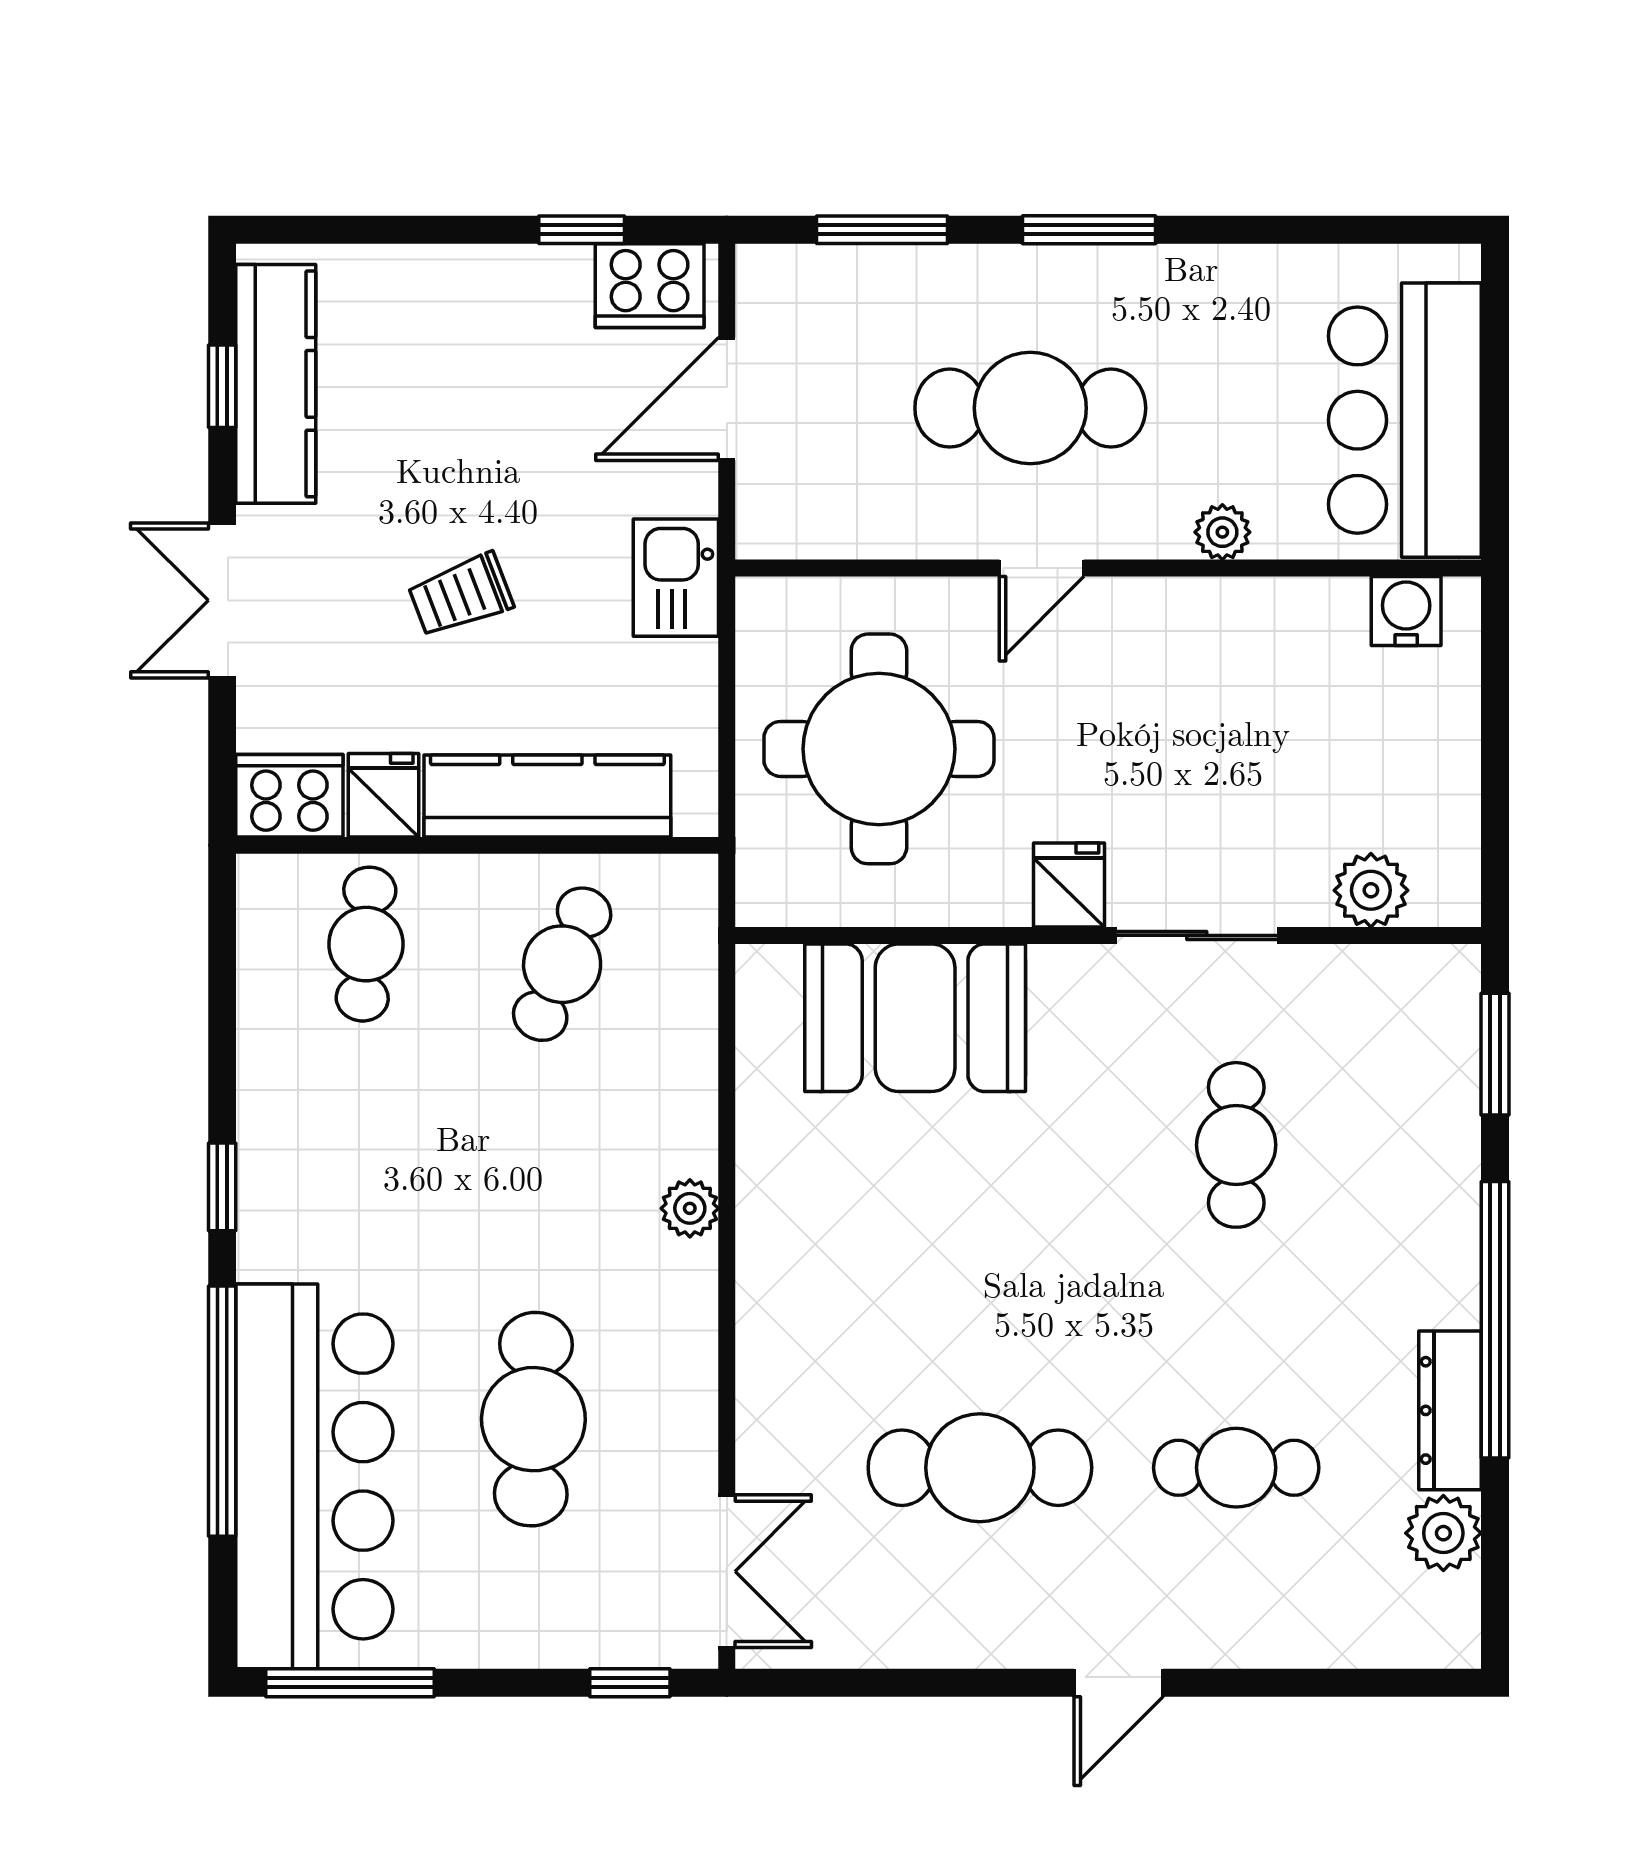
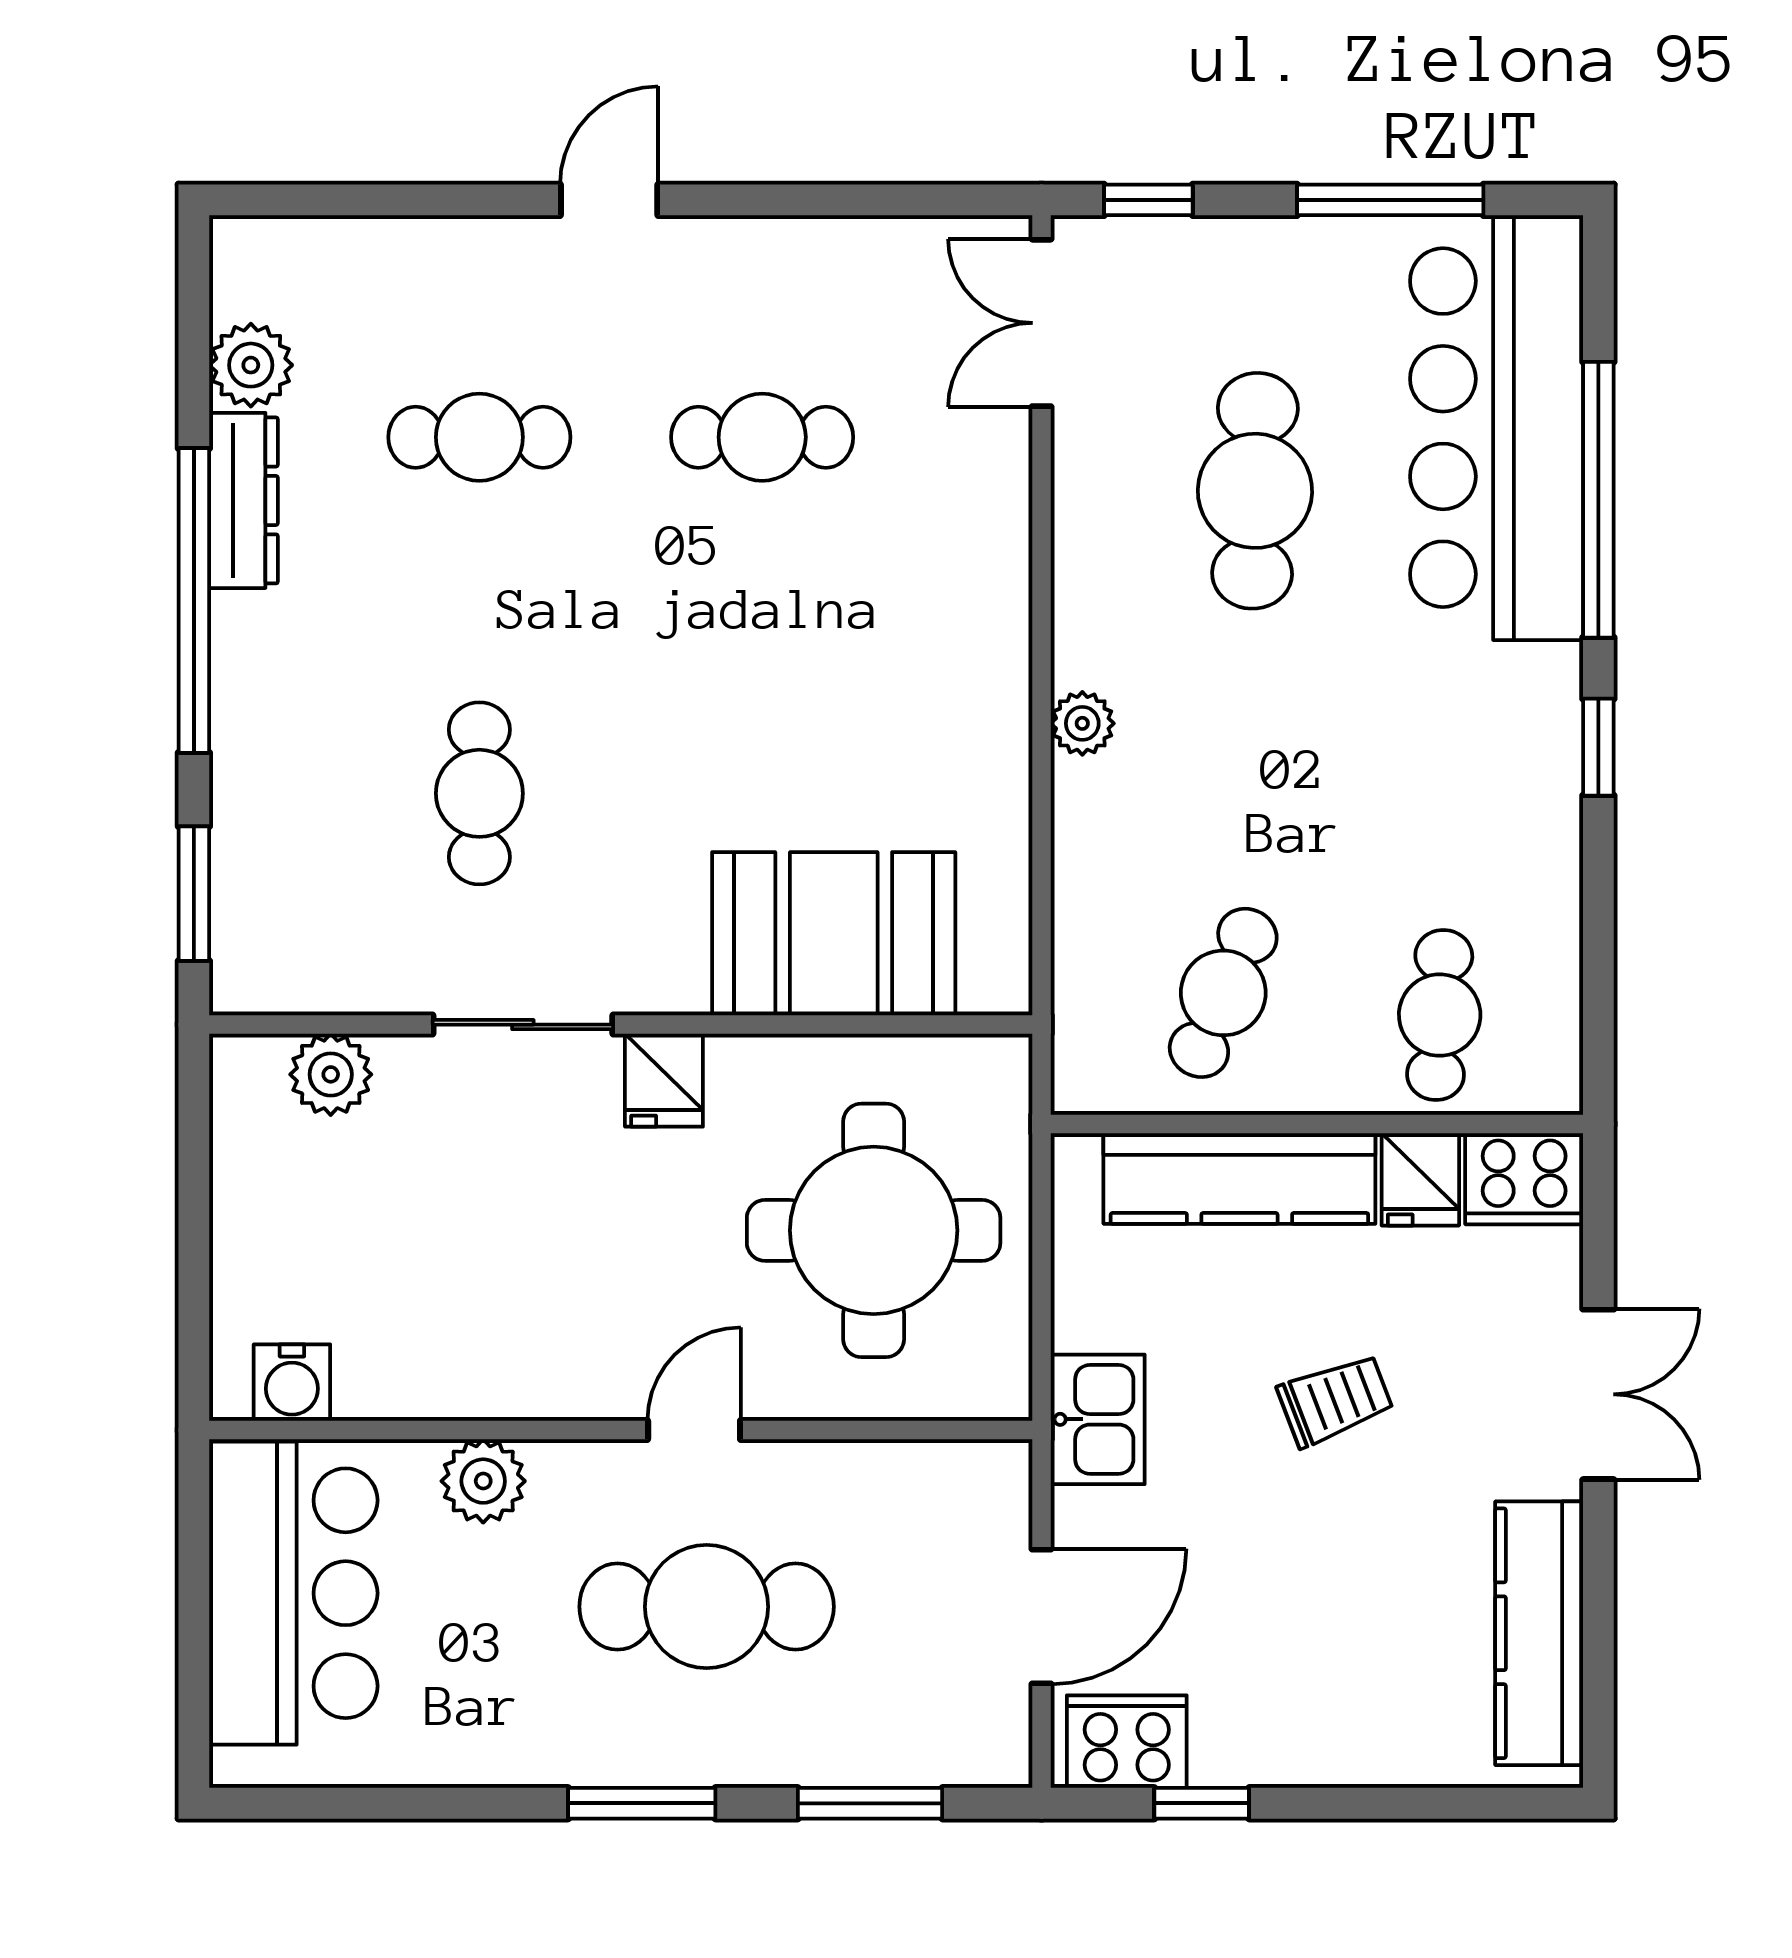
window: (222, 386) -> (1598, 1631), removed
plant: (1222, 532) -> (483, 1481), width x1.38, depth x1.38
cafe table: (980, 1468) -> (762, 437), width x0.73, depth x0.74
window: (350, 1683) -> (1390, 200), moved

